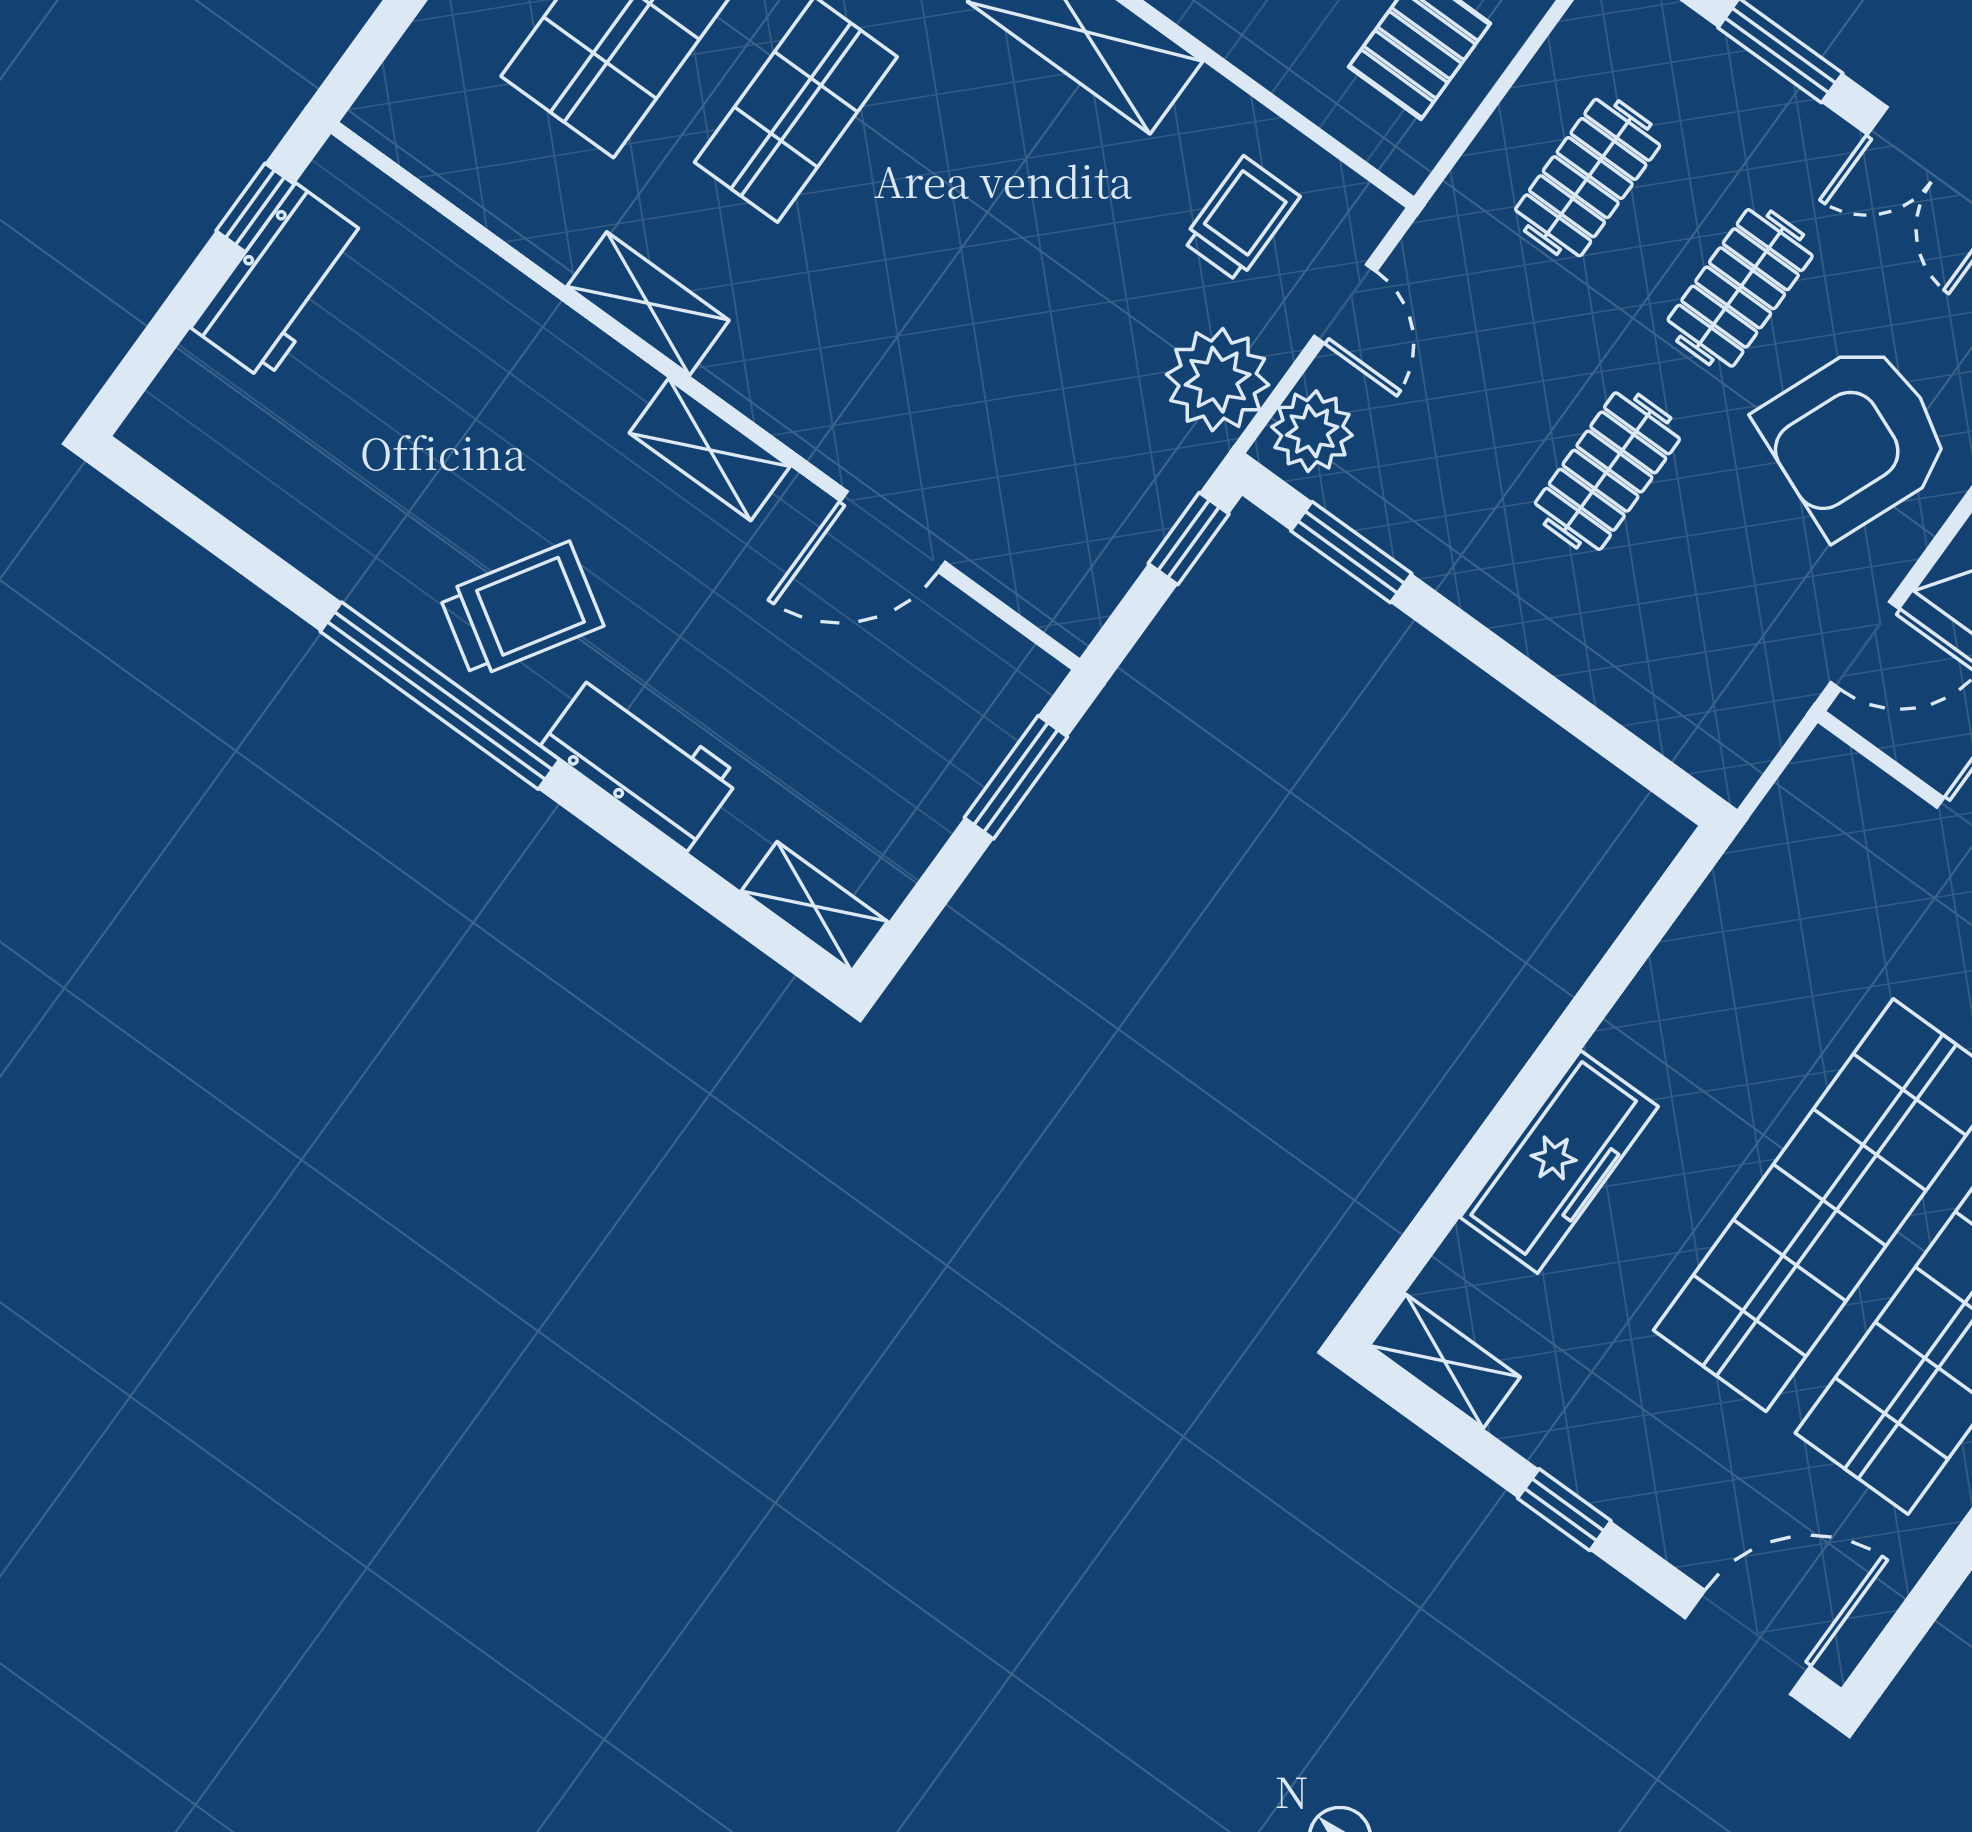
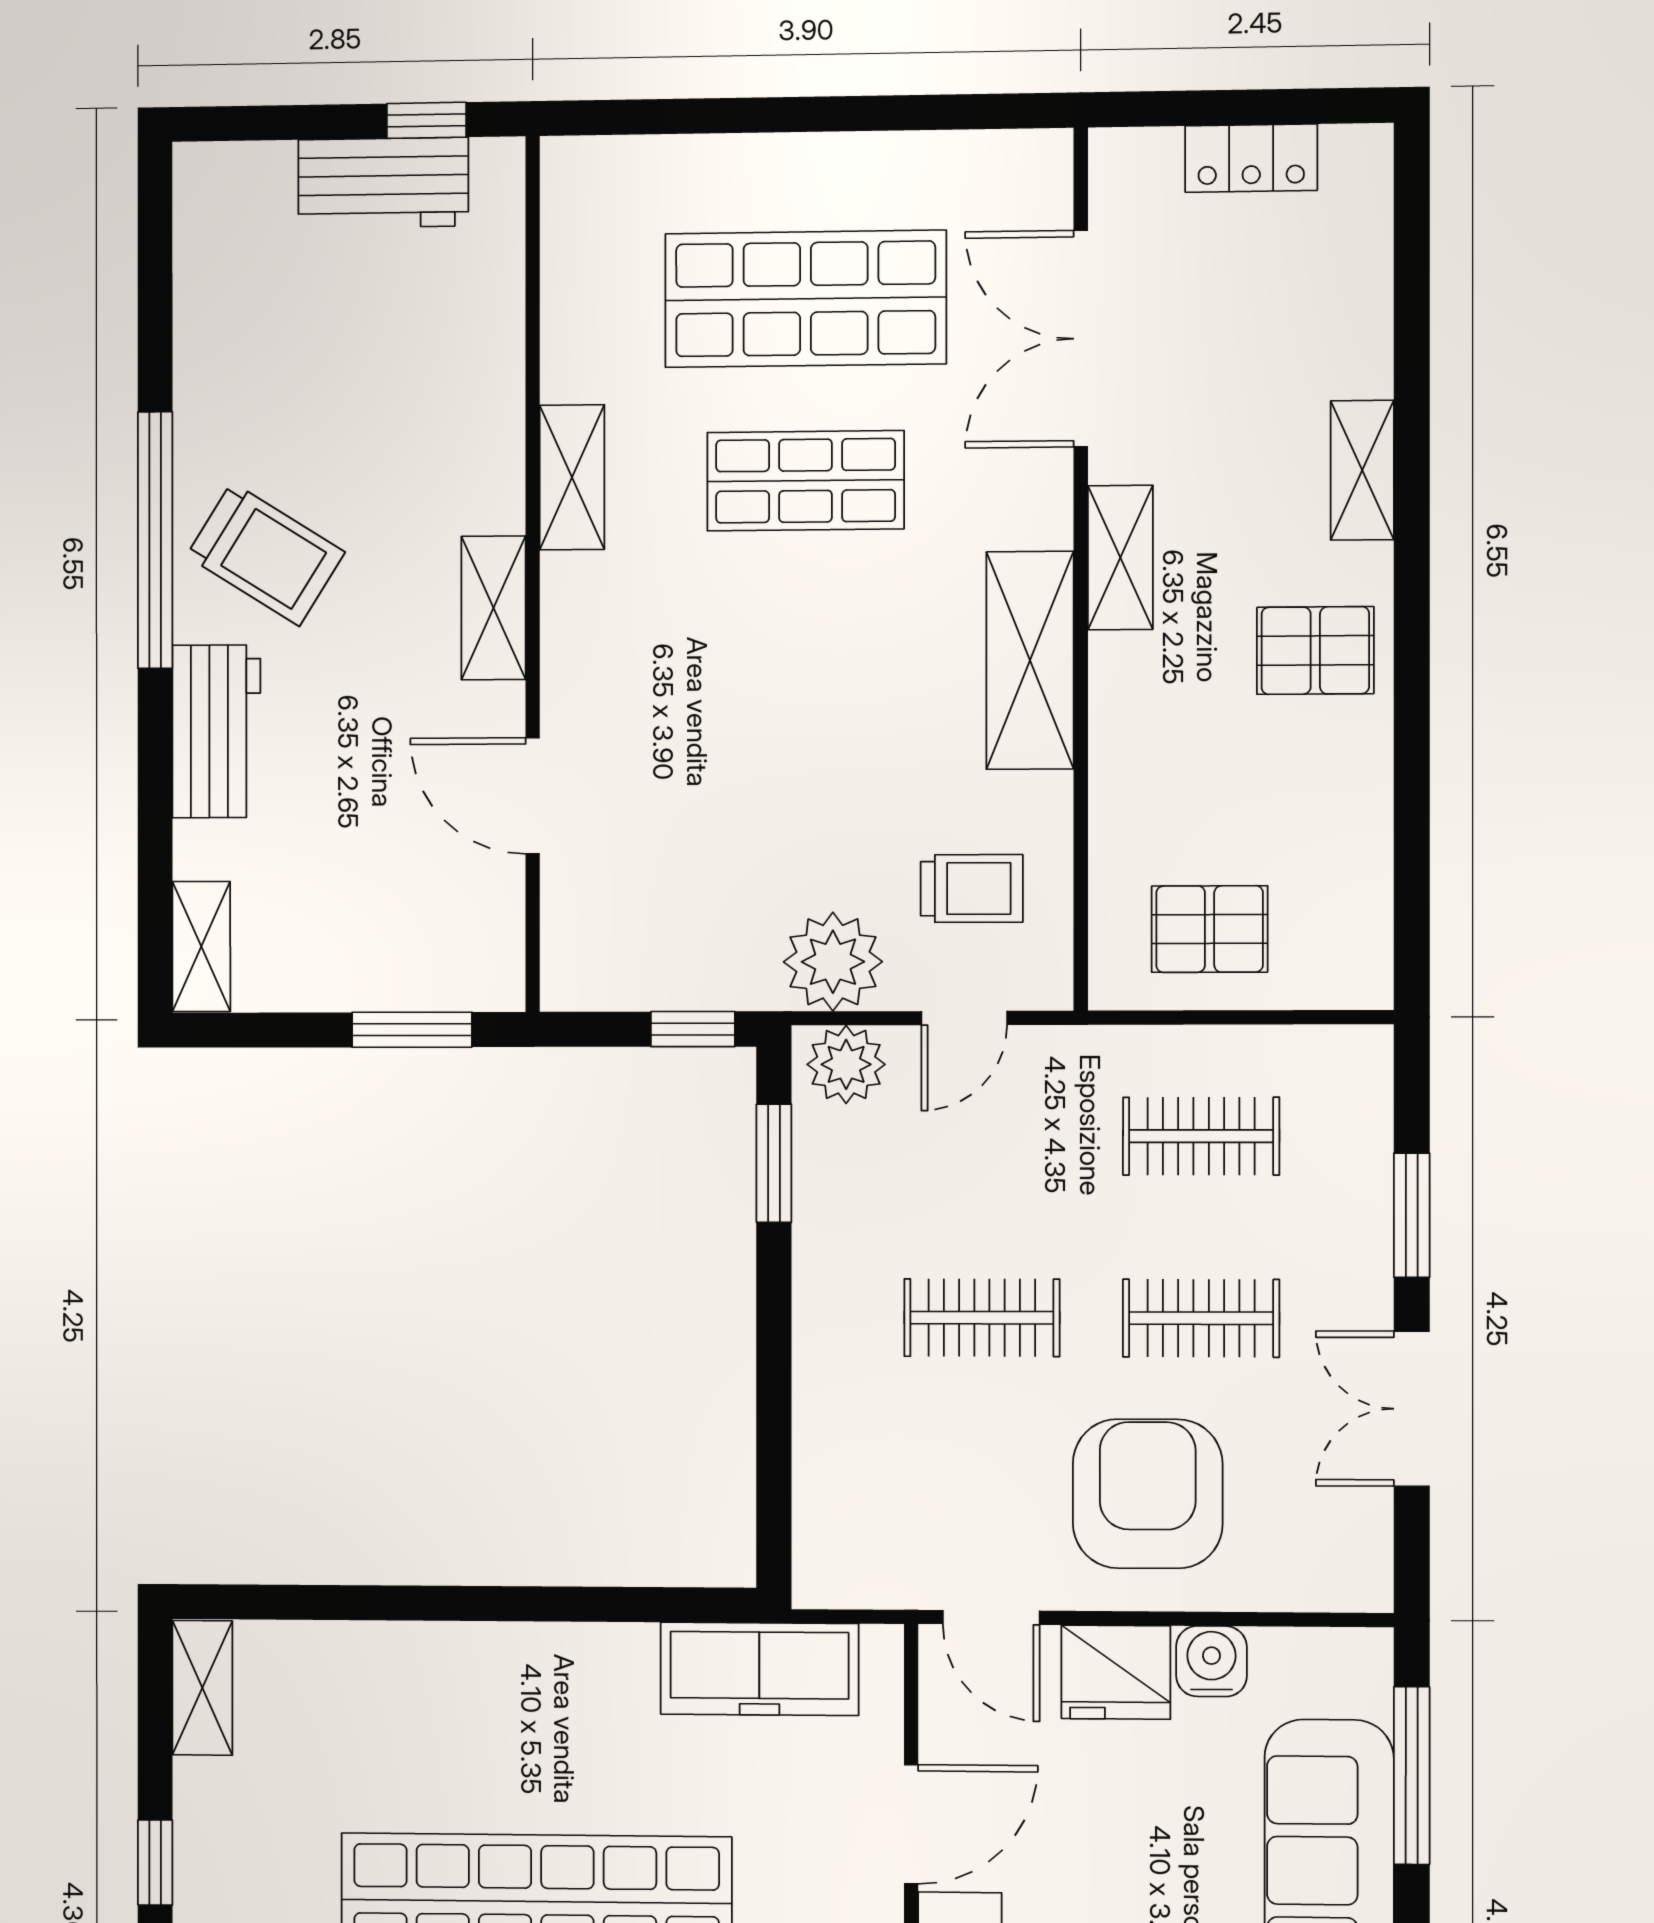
armchair: (1855, 439) -> (1148, 1494), turned 68
freezer: (1559, 1162) -> (759, 1669), moved

